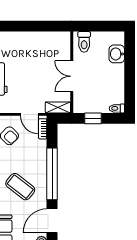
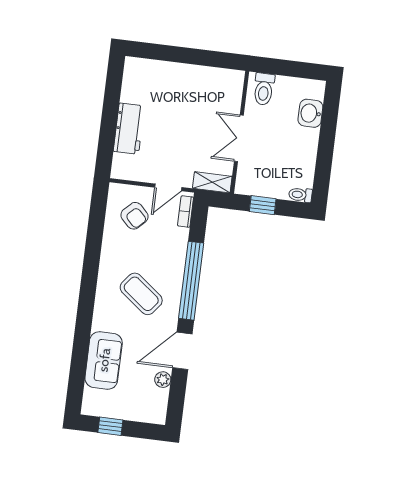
door: (29, 114) -> (168, 187), hinge flipped

